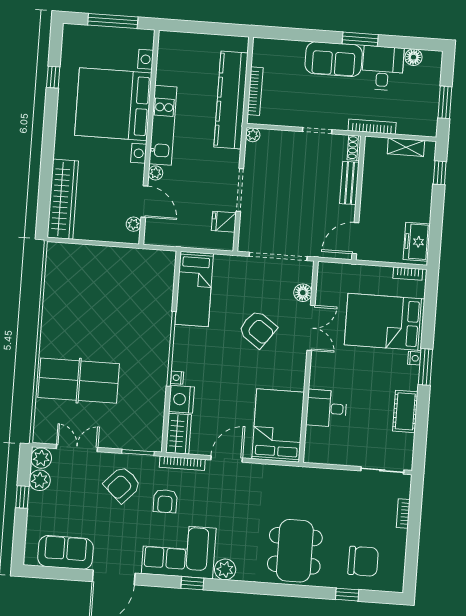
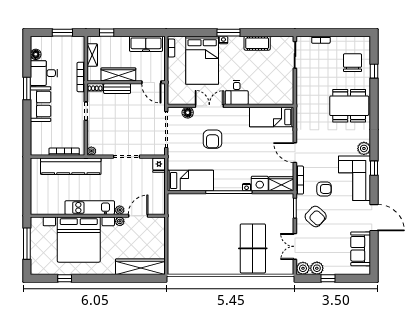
wardrobe: (372, 187) -> (118, 74), added
fridge: (224, 222) -> (159, 165), moved
plant: (133, 224) -> (120, 221), moved
freezer: (417, 242) -> (146, 44), width x1.40
armchair: (258, 329) -> (212, 139), turned 144
desk: (327, 408) -> (237, 93), moved
bed: (278, 425) -> (272, 117), width x0.67

